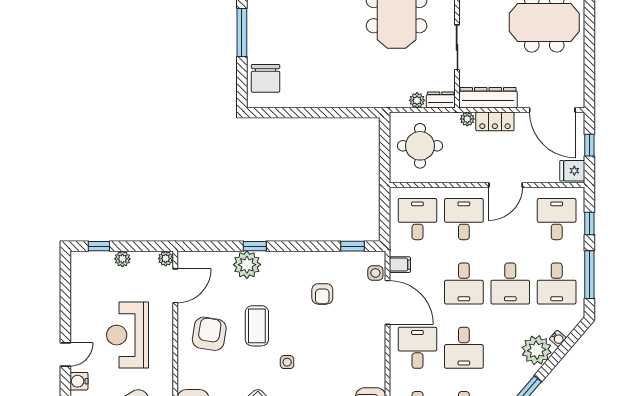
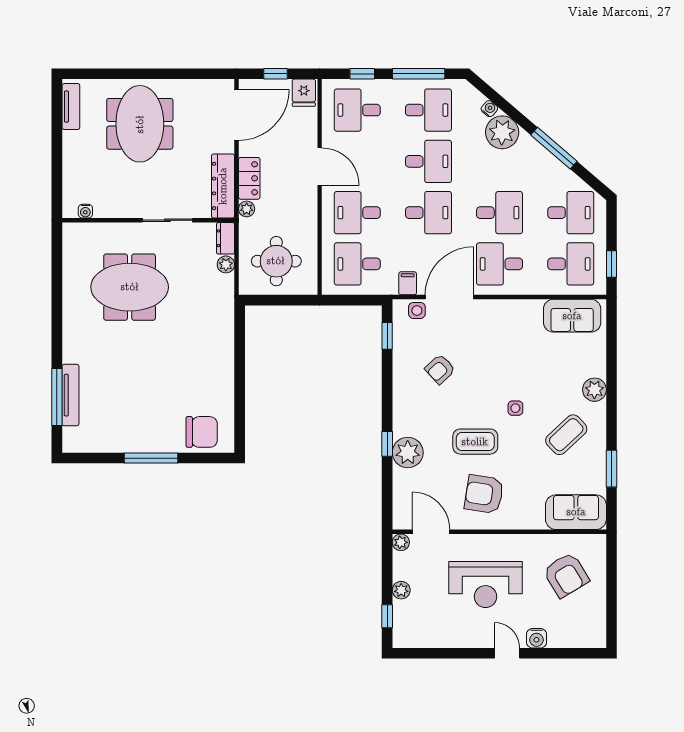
armchair: (322, 294) -> (440, 369), turned 137

